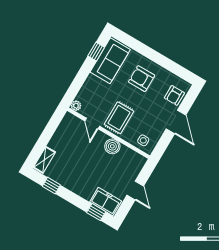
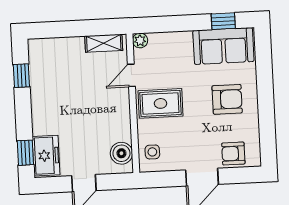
armchair: (142, 79) -> (227, 99), turned 90
boiler: (112, 146) -> (121, 153), moved
shelving: (44, 160) -> (104, 43), moved

